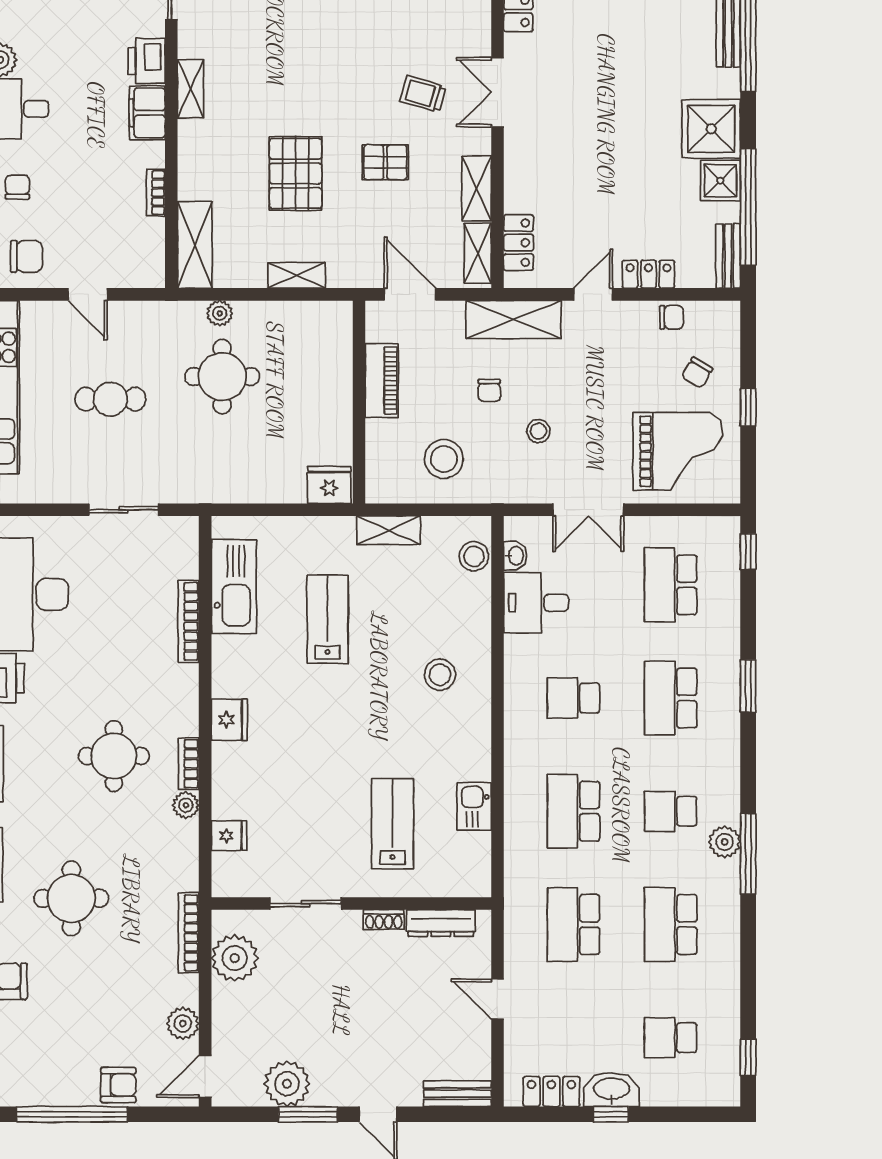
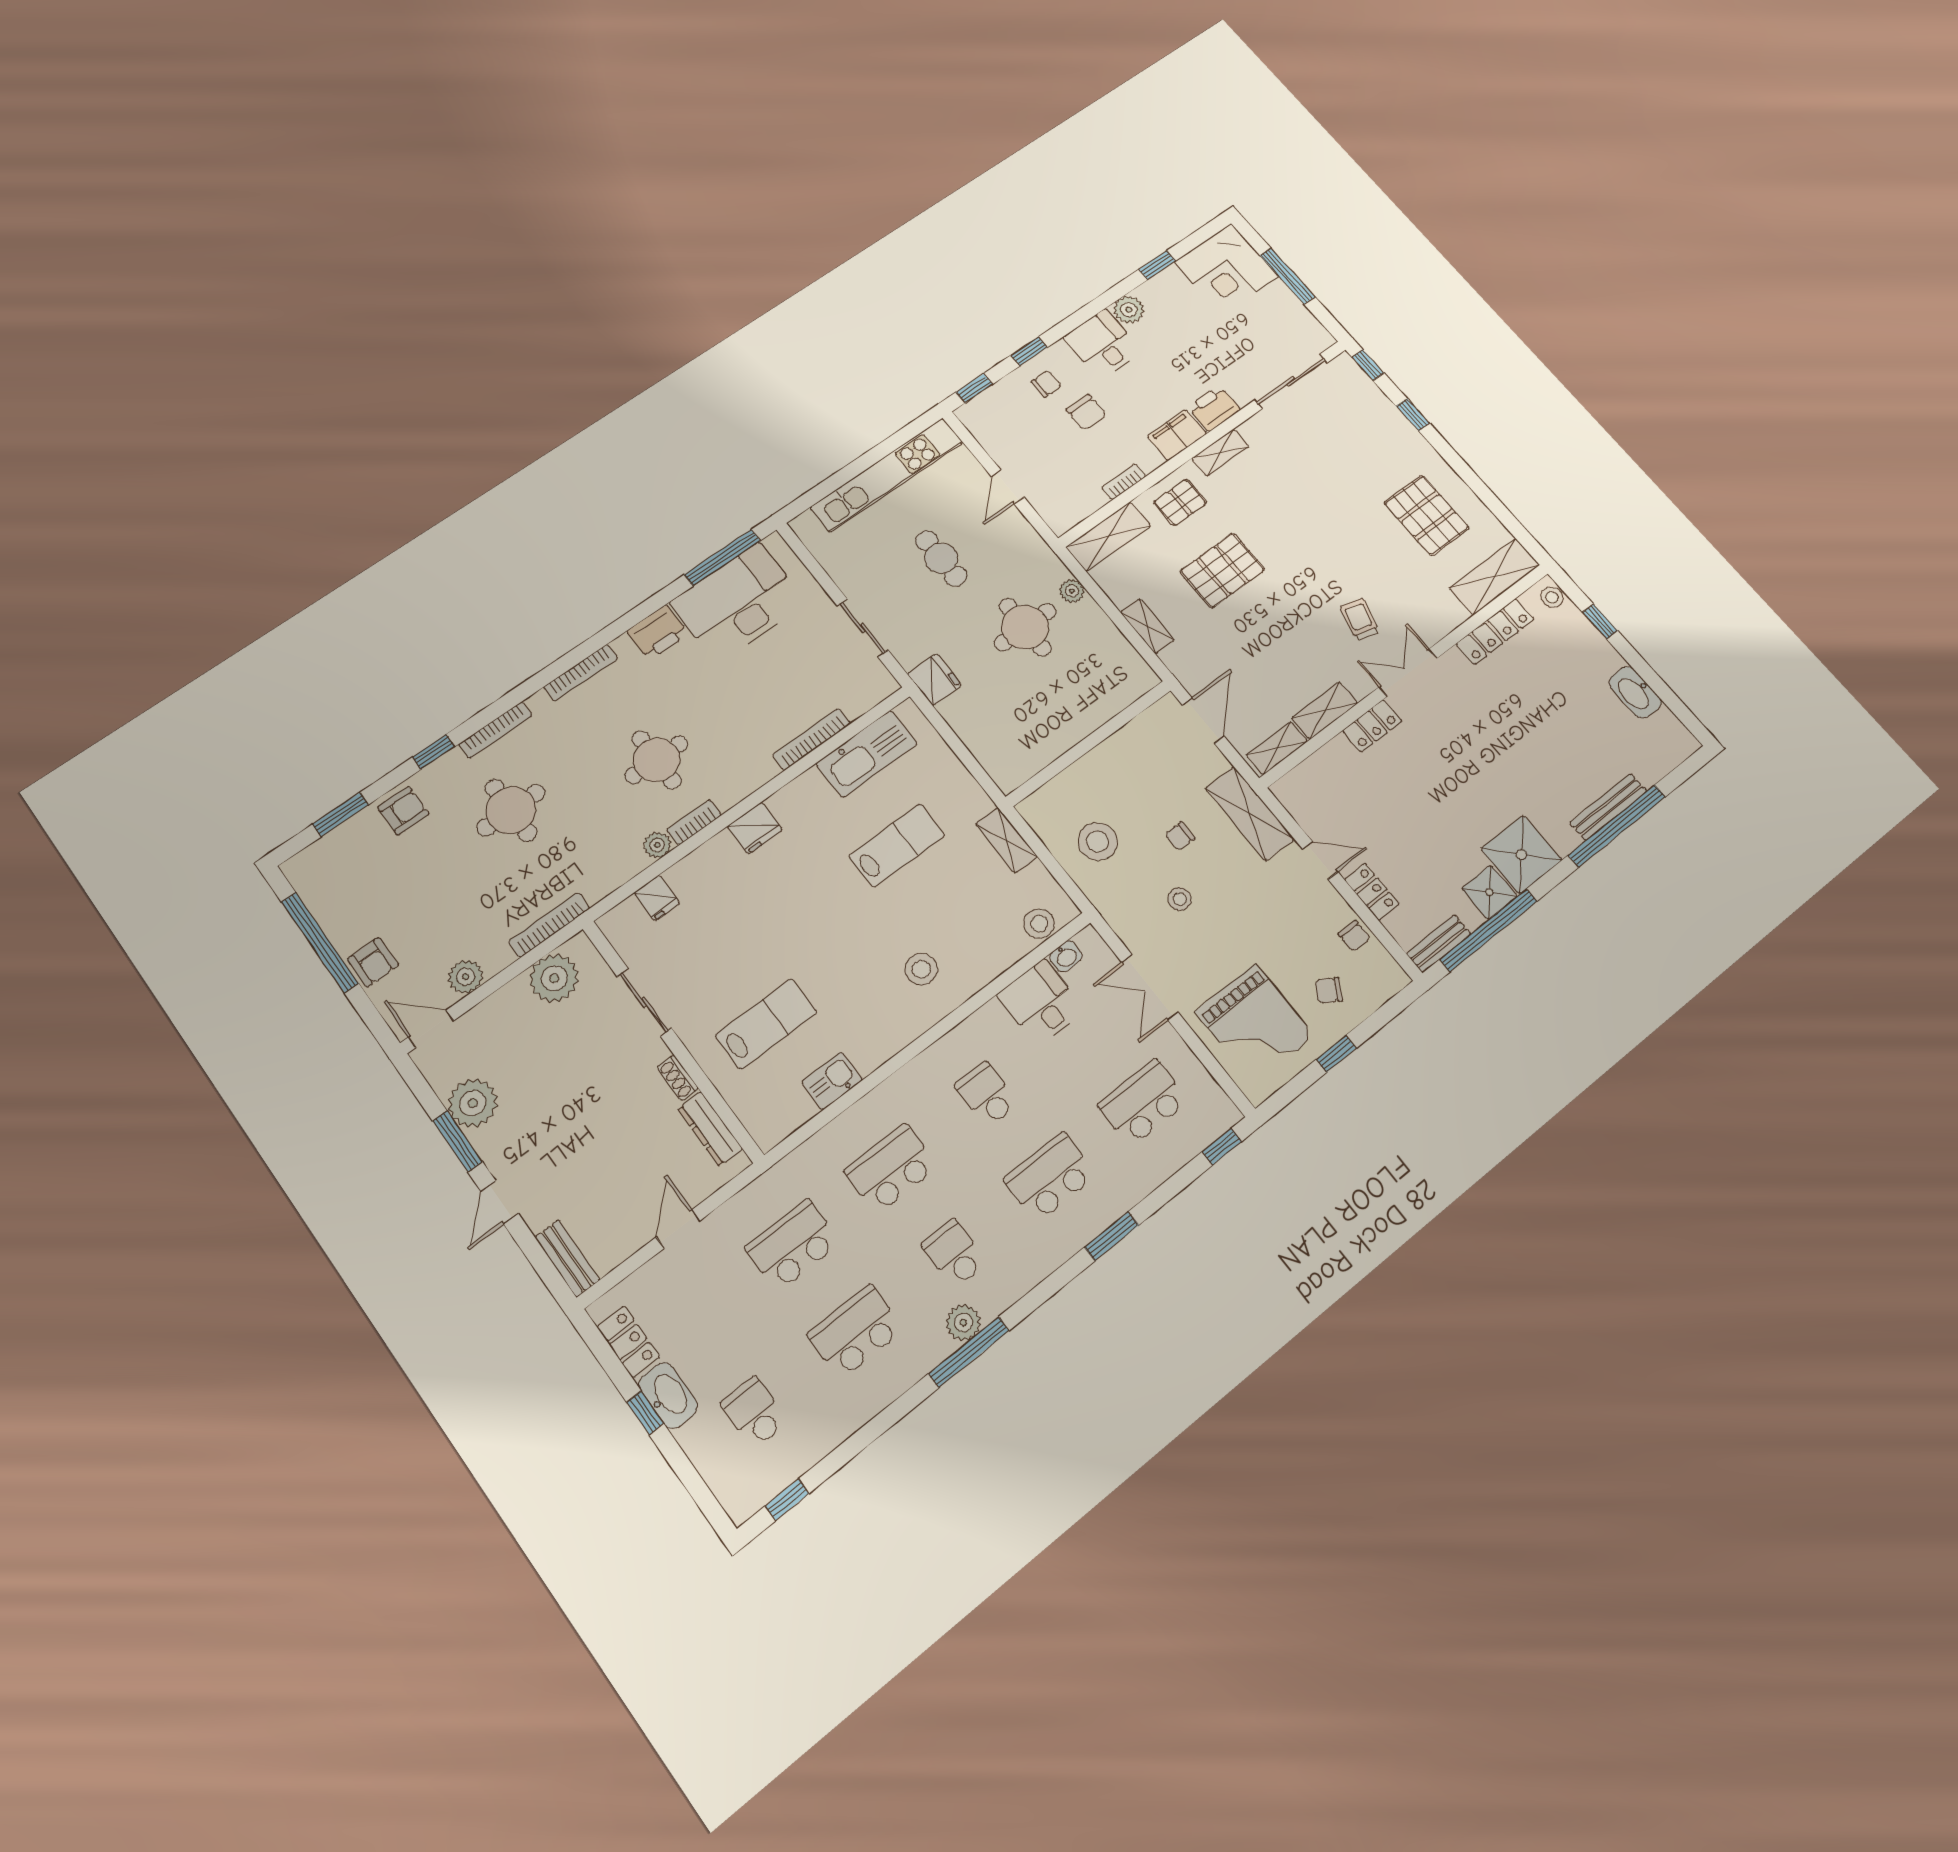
pallet: (385, 162) -> (1180, 502), moved, turned 90
locker: (518, 243) -> (1372, 726), moved
chair: (26, 256) -> (1086, 412), moved
piano: (382, 381) -> (1120, 748), removed
fridge: (329, 485) -> (934, 680), moved

